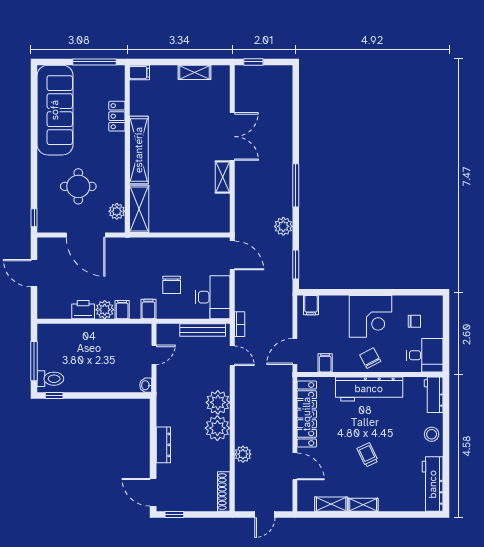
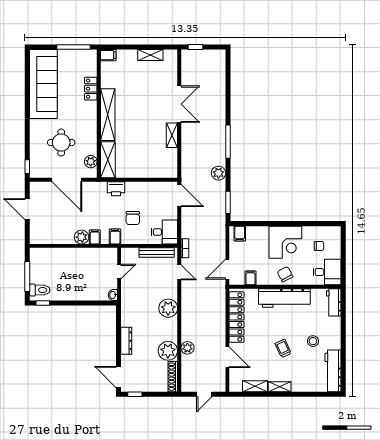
desk: (213, 297) -> (164, 232), width x0.73
printer: (83, 310) -> (116, 189), moved, turned 180
plant: (217, 428) -> (168, 351), moved
stool: (432, 434) -> (313, 341), moved

